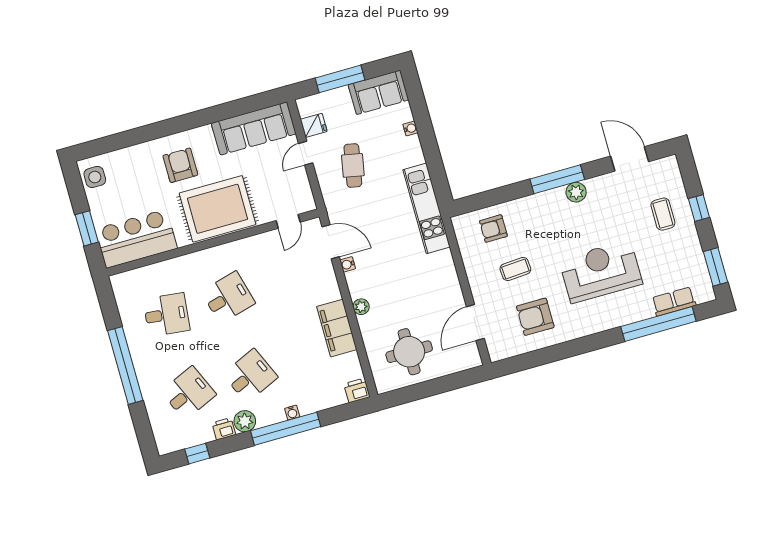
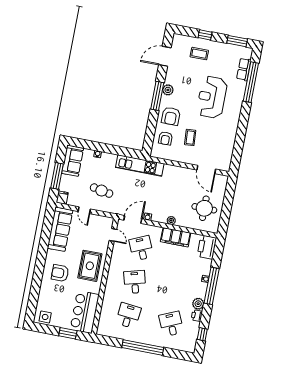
fridge: (314, 125) -> (62, 198), moved
rug: (218, 209) -> (90, 266), width x0.73, depth x0.69
armchair: (535, 317) -> (171, 116), moved
desk: (250, 376) -> (141, 248), moved
printer: (357, 390) -> (207, 247), width x1.87, depth x1.48

